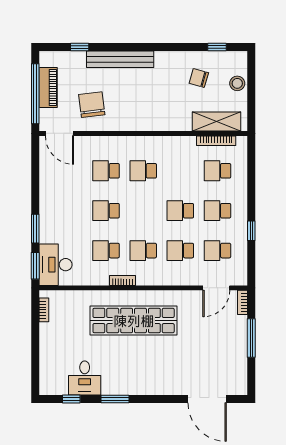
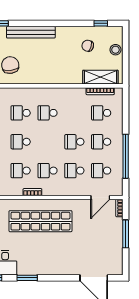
window: (251, 231) -> (126, 156), width x3.17

